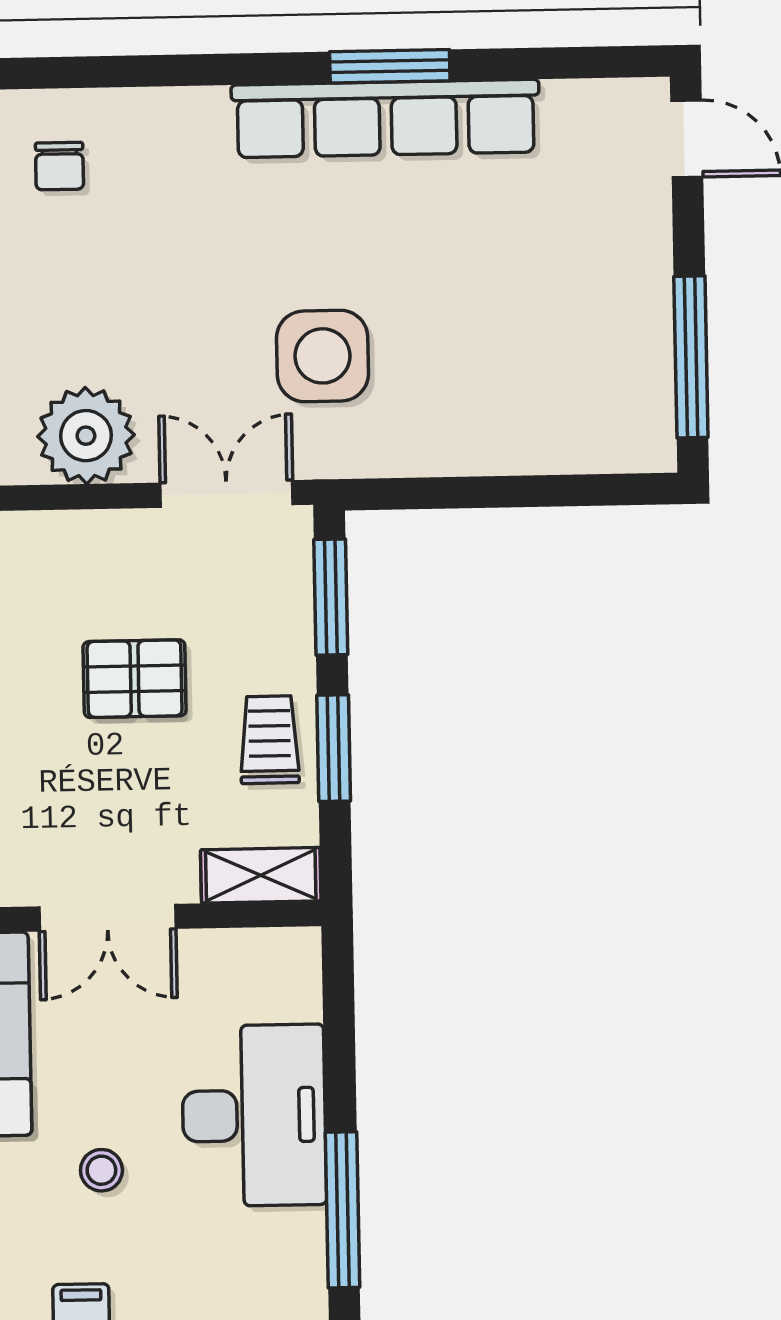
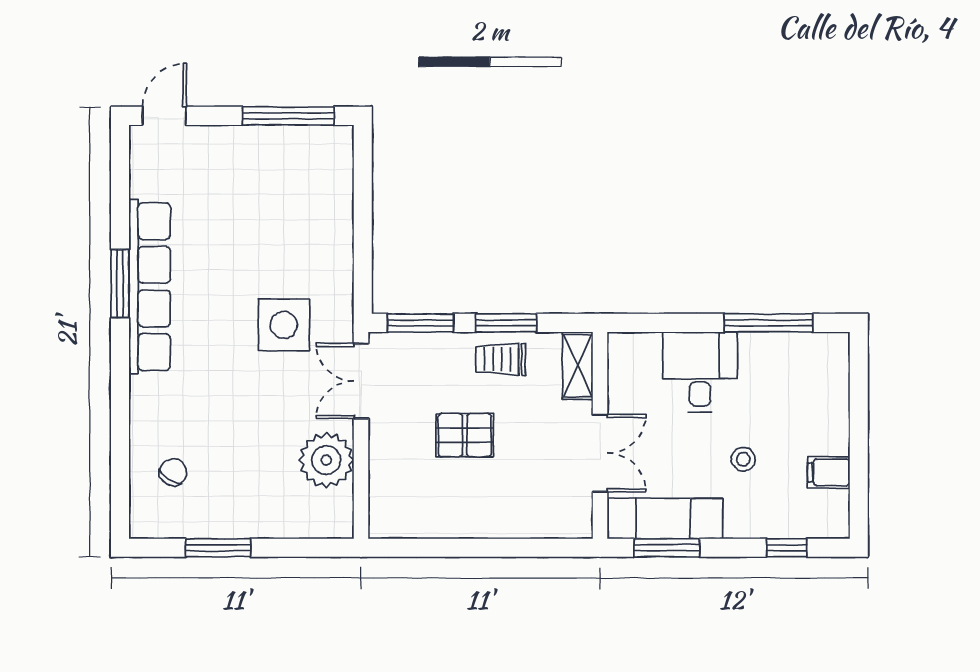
chair: (59, 166) -> (173, 472), turned -58
pallet: (135, 679) -> (465, 435), turned 90
desk: (254, 1115) -> (700, 372), width x0.73

